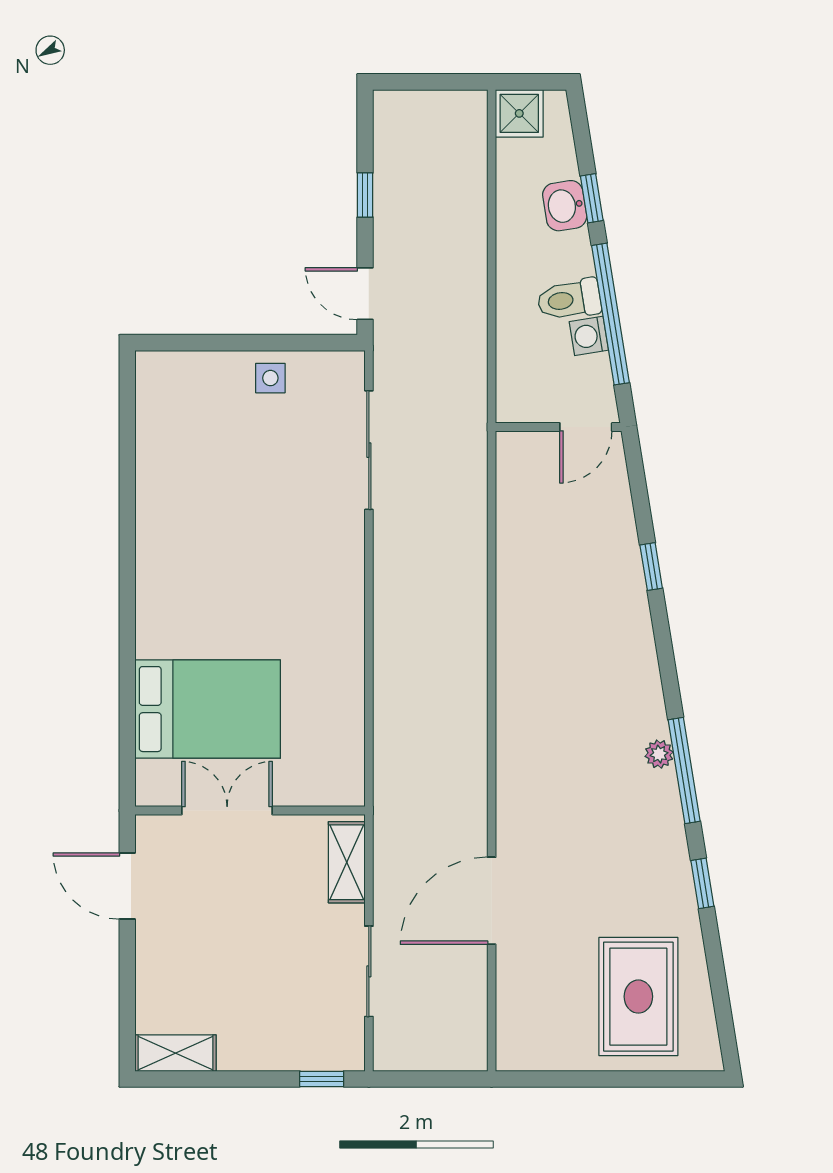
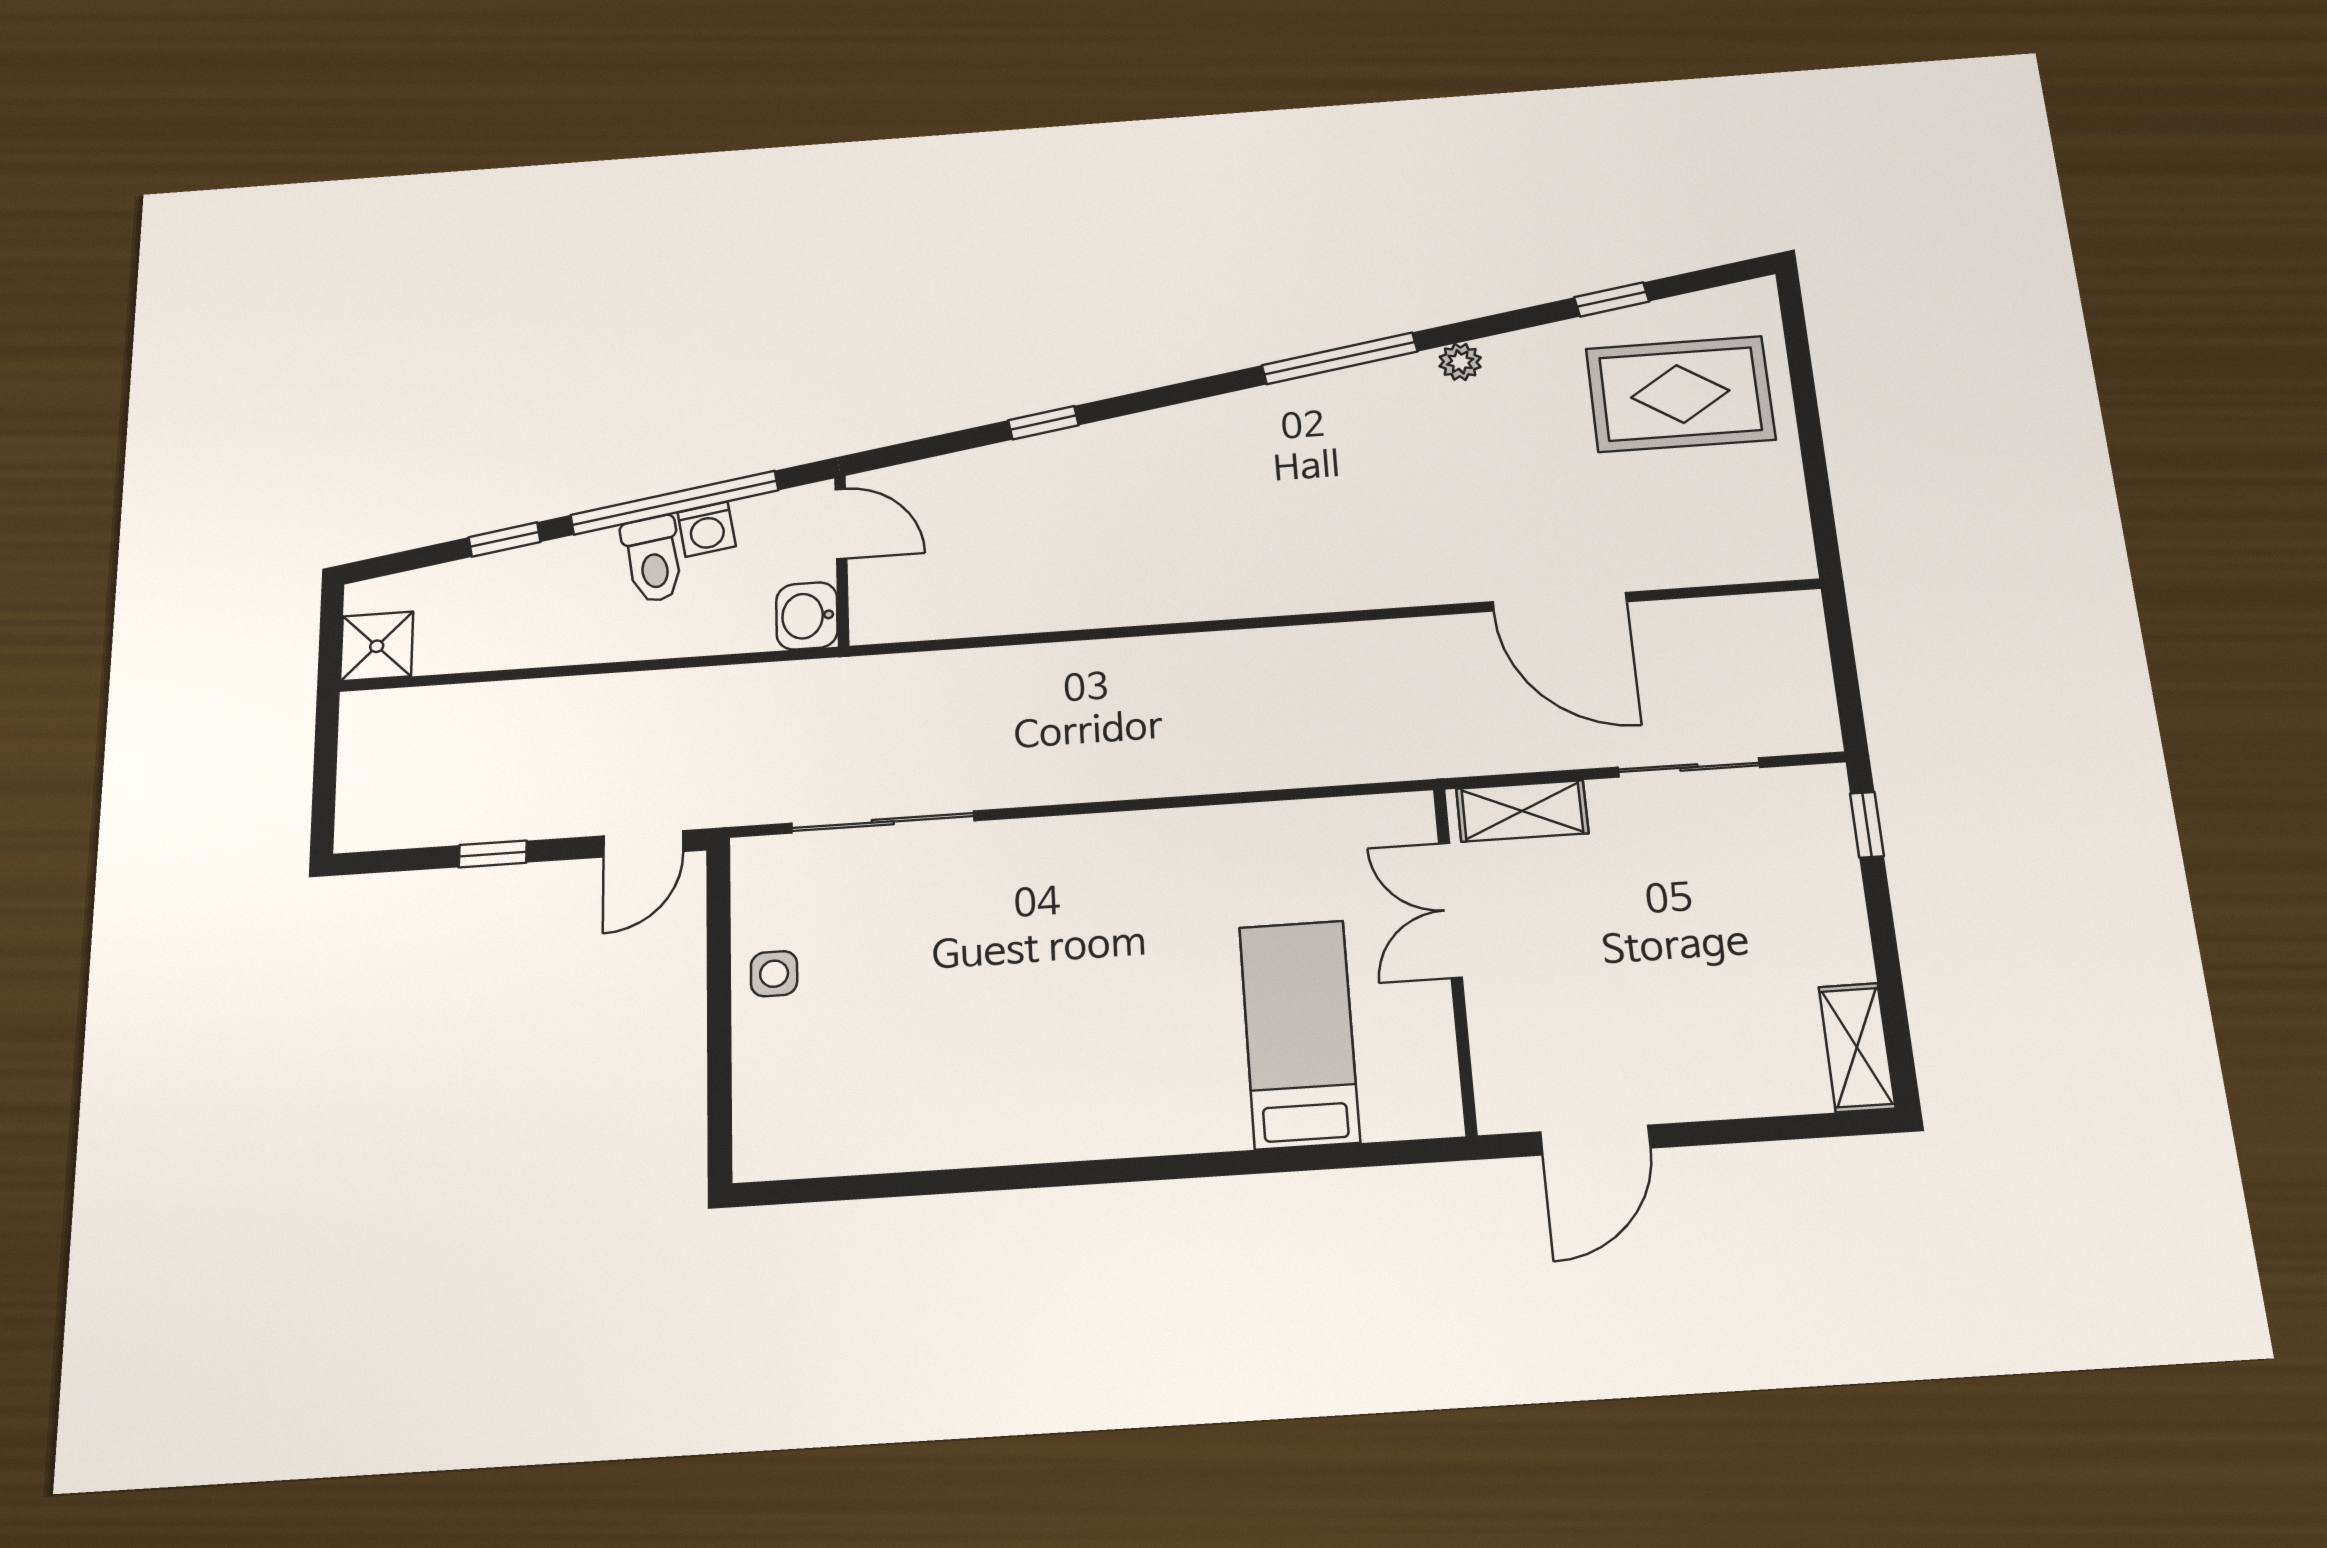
washbasin: (565, 206) -> (807, 616), moved, turned 99
bed: (208, 709) -> (1299, 1034), width x0.67
plant: (659, 754) -> (1460, 362), moved
double door: (227, 811) -> (1450, 910), moved
window: (702, 883) -> (1612, 299), moved

